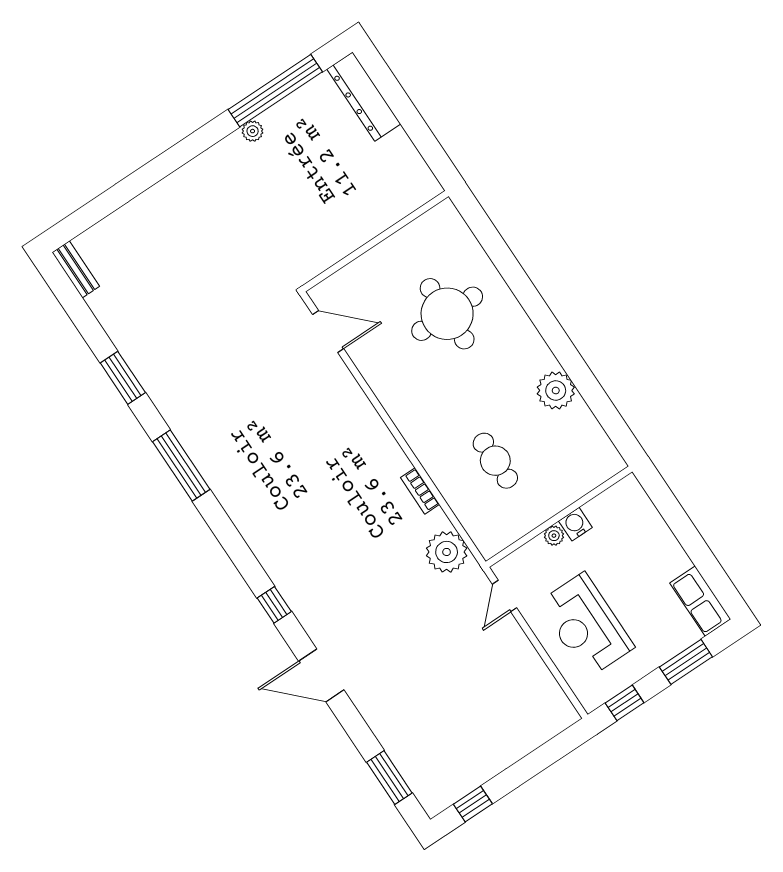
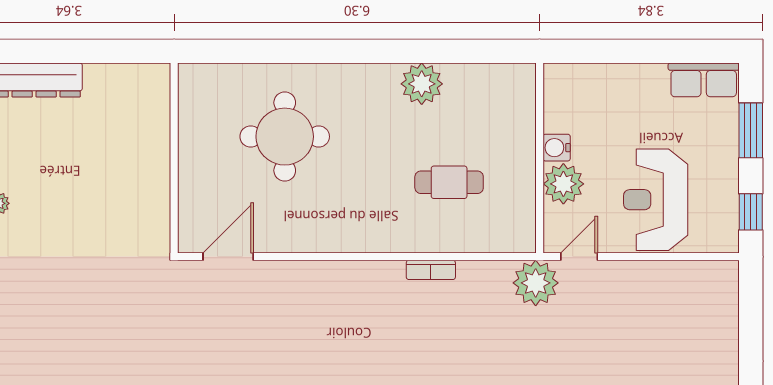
plant: (554, 536) -> (563, 184), width x1.87, depth x1.87
plant: (447, 552) -> (536, 283), moved
door: (505, 596) -> (579, 257), swing flipped
reception desk: (586, 625) -> (656, 200), turned 90

